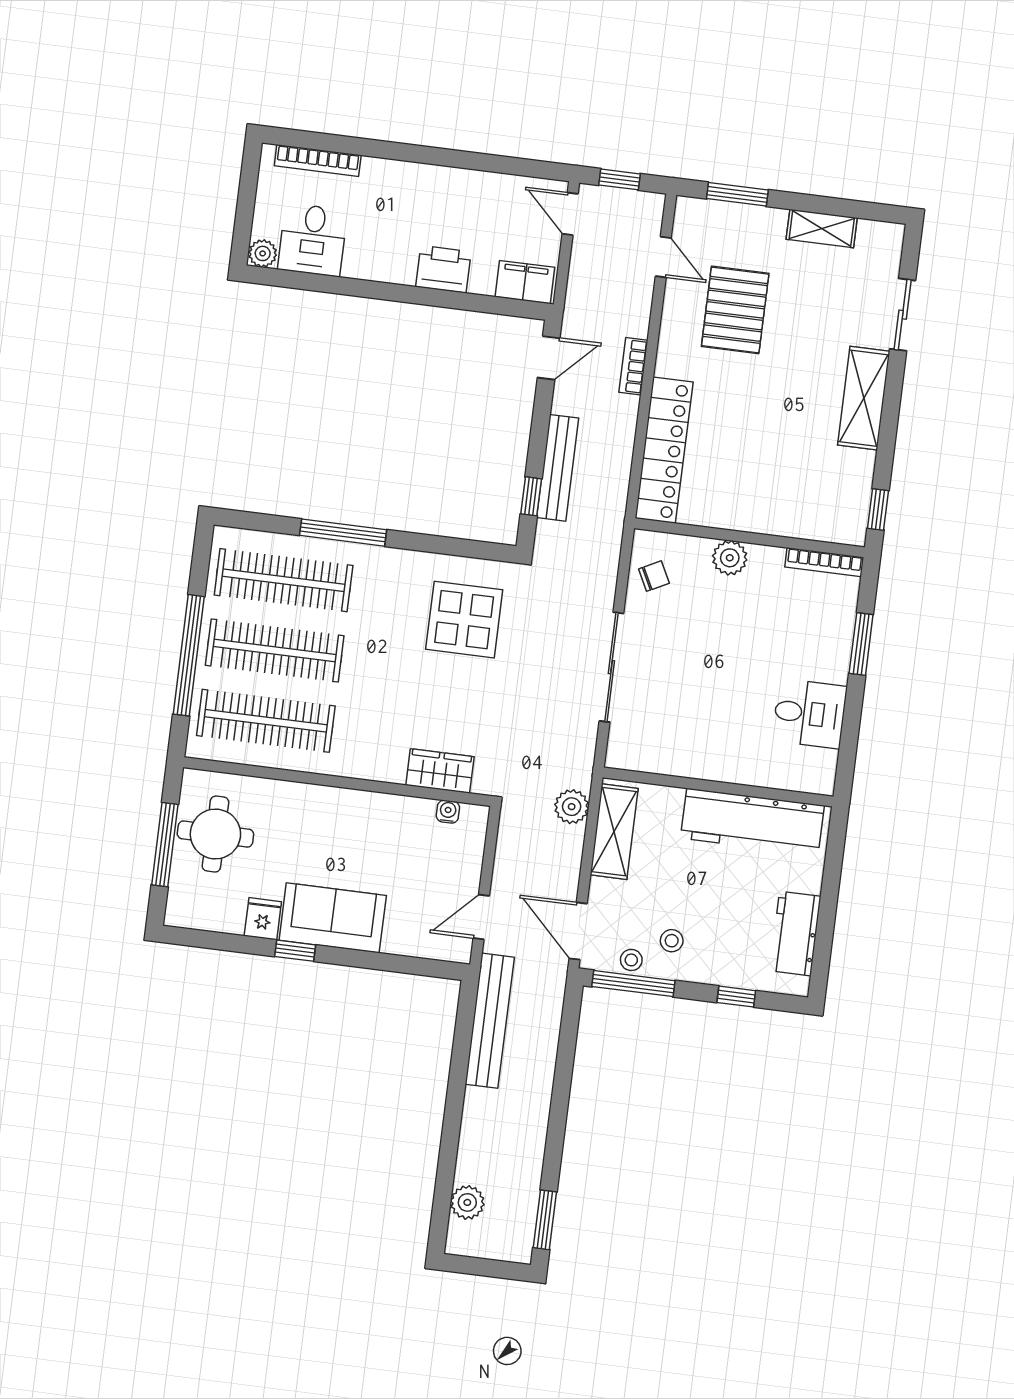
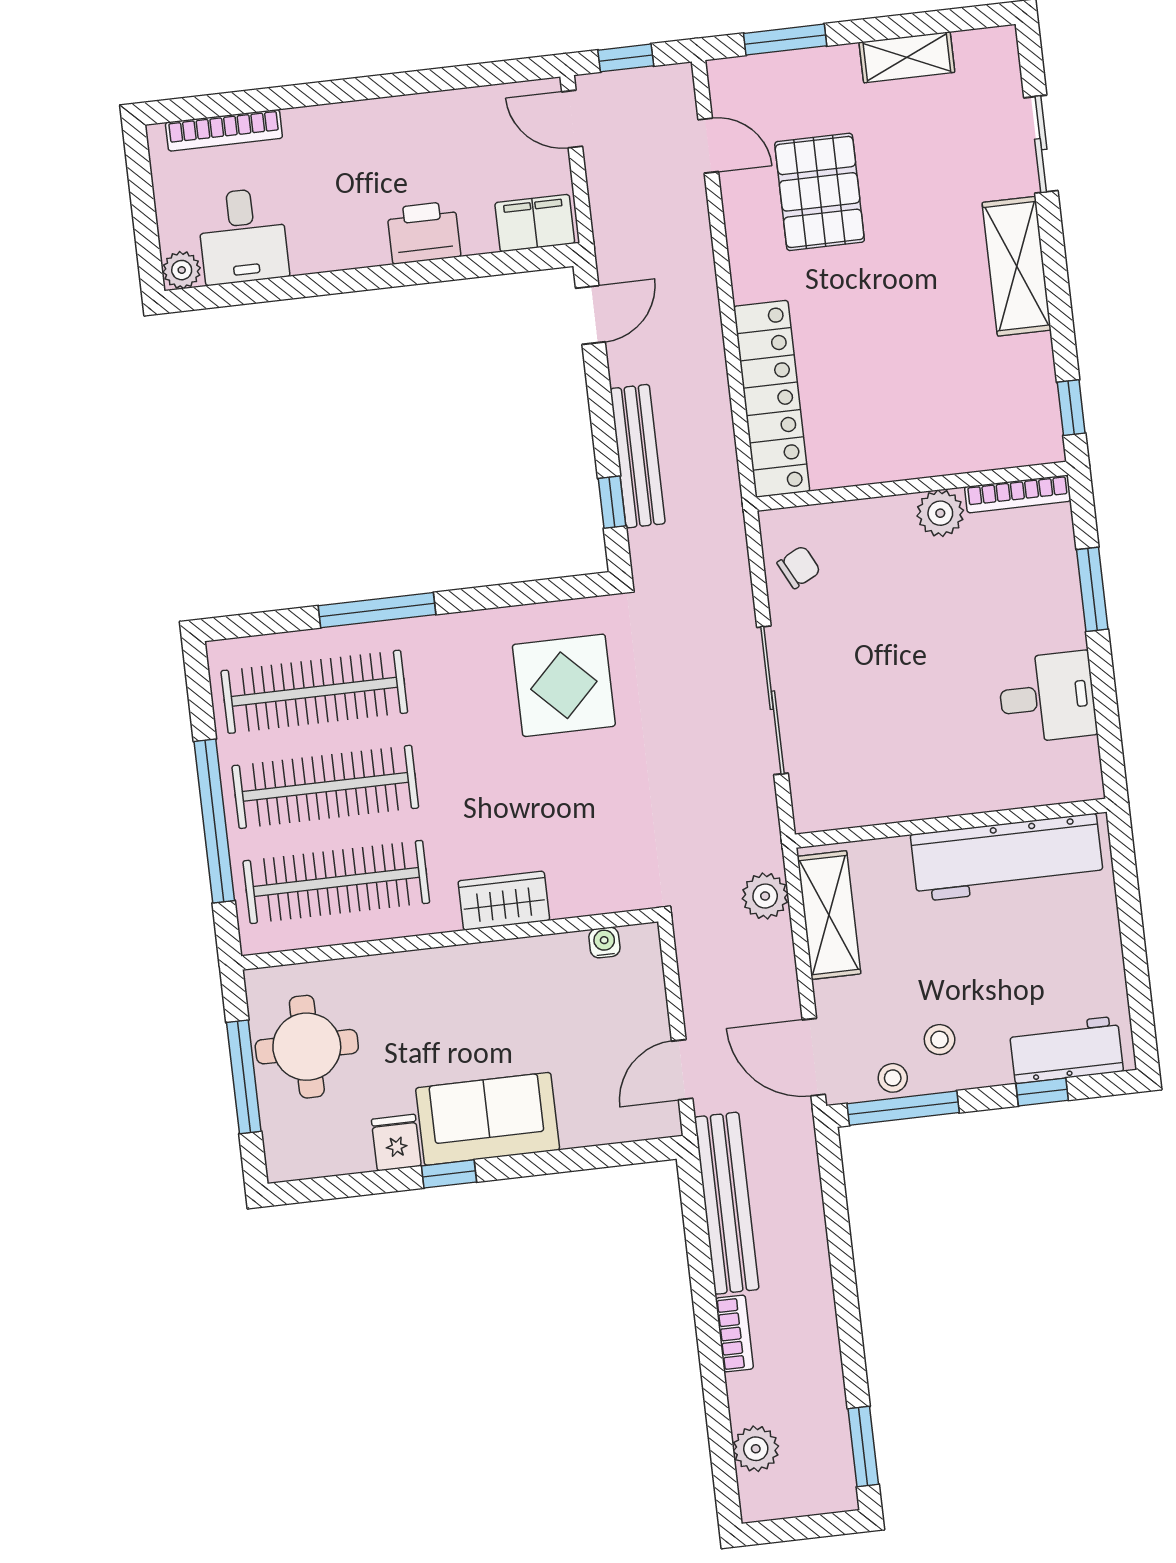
bookcase: (633, 366) -> (734, 1334), moved, turned 180
plant: (730, 558) -> (940, 513), moved
wardrobe: (440, 771) -> (504, 901), moved
workbench: (795, 933) -> (1066, 1050), moved, turned 90

